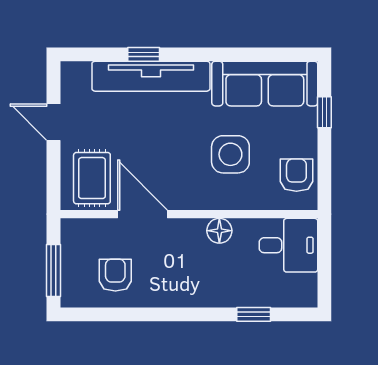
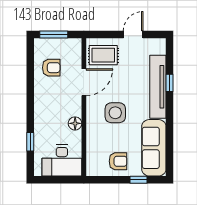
side table: (230, 154) -> (115, 113), moved
armchair: (296, 175) -> (118, 161), moved
desk: (289, 245) -> (62, 161), width x1.37

